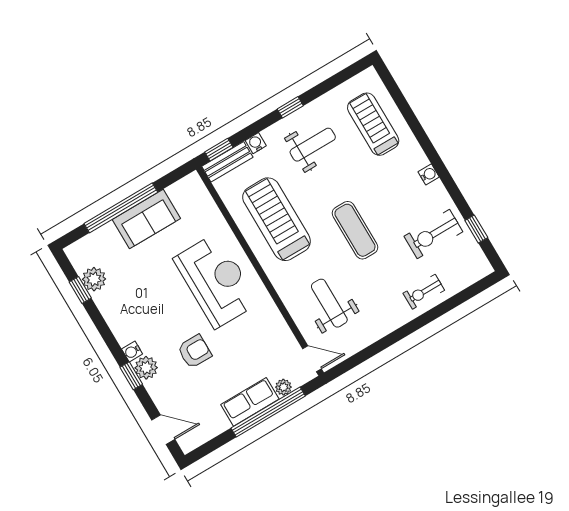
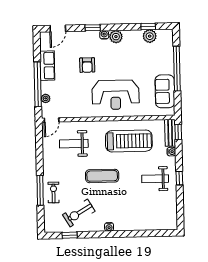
treadmill: (373, 124) -> (149, 214), removed
weight bench: (313, 145) -> (155, 179), turned 90
sofa: (146, 219) -> (165, 91), moved
exercise bike: (433, 234) -> (79, 213), turned -121
weight bench: (329, 303) -> (74, 144), turned 180
window: (432, 315) -> (40, 190), added
plant: (146, 368) -> (116, 37), moved
row of seats: (250, 402) -> (47, 66), moved

